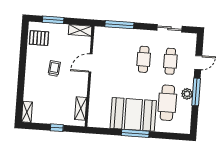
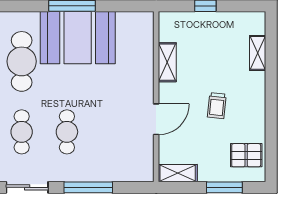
window: (119, 25) -> (88, 187), moved
shelving: (81, 109) -> (167, 62), moved
shelving: (27, 112) -> (258, 53), moved

